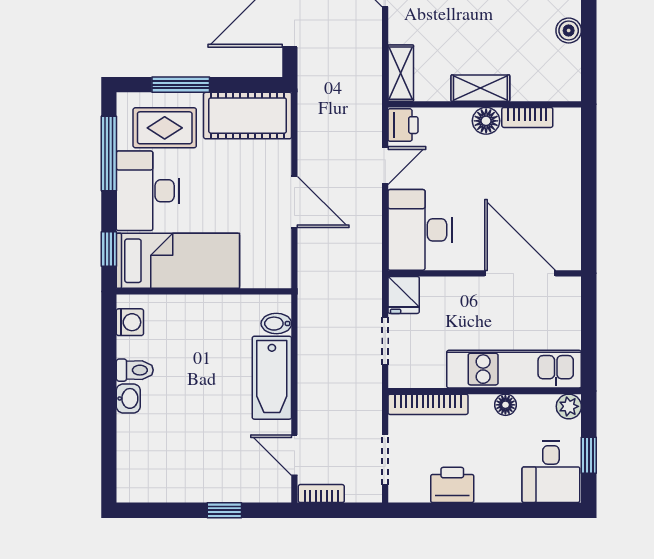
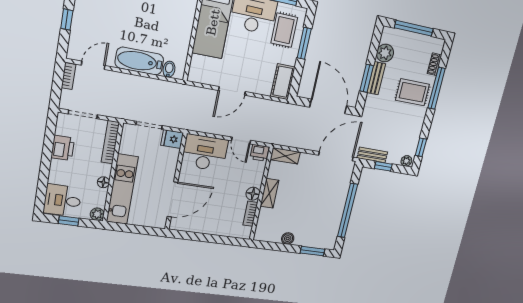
cot: (248, 116) -> (283, 82), width x0.73, depth x0.75

